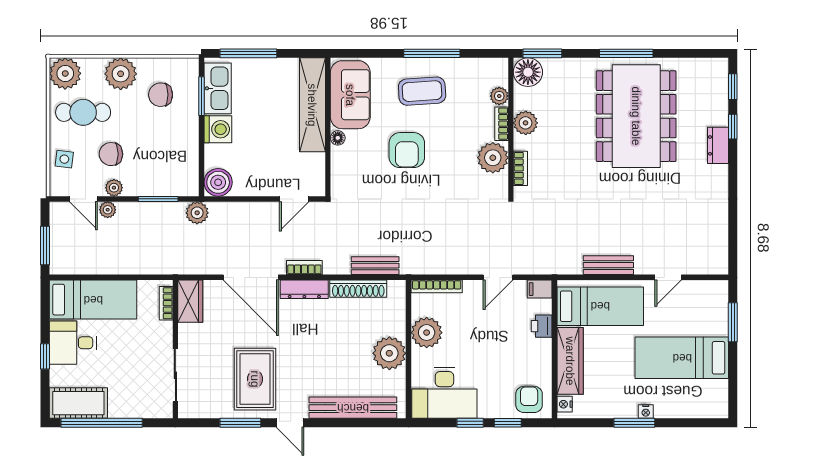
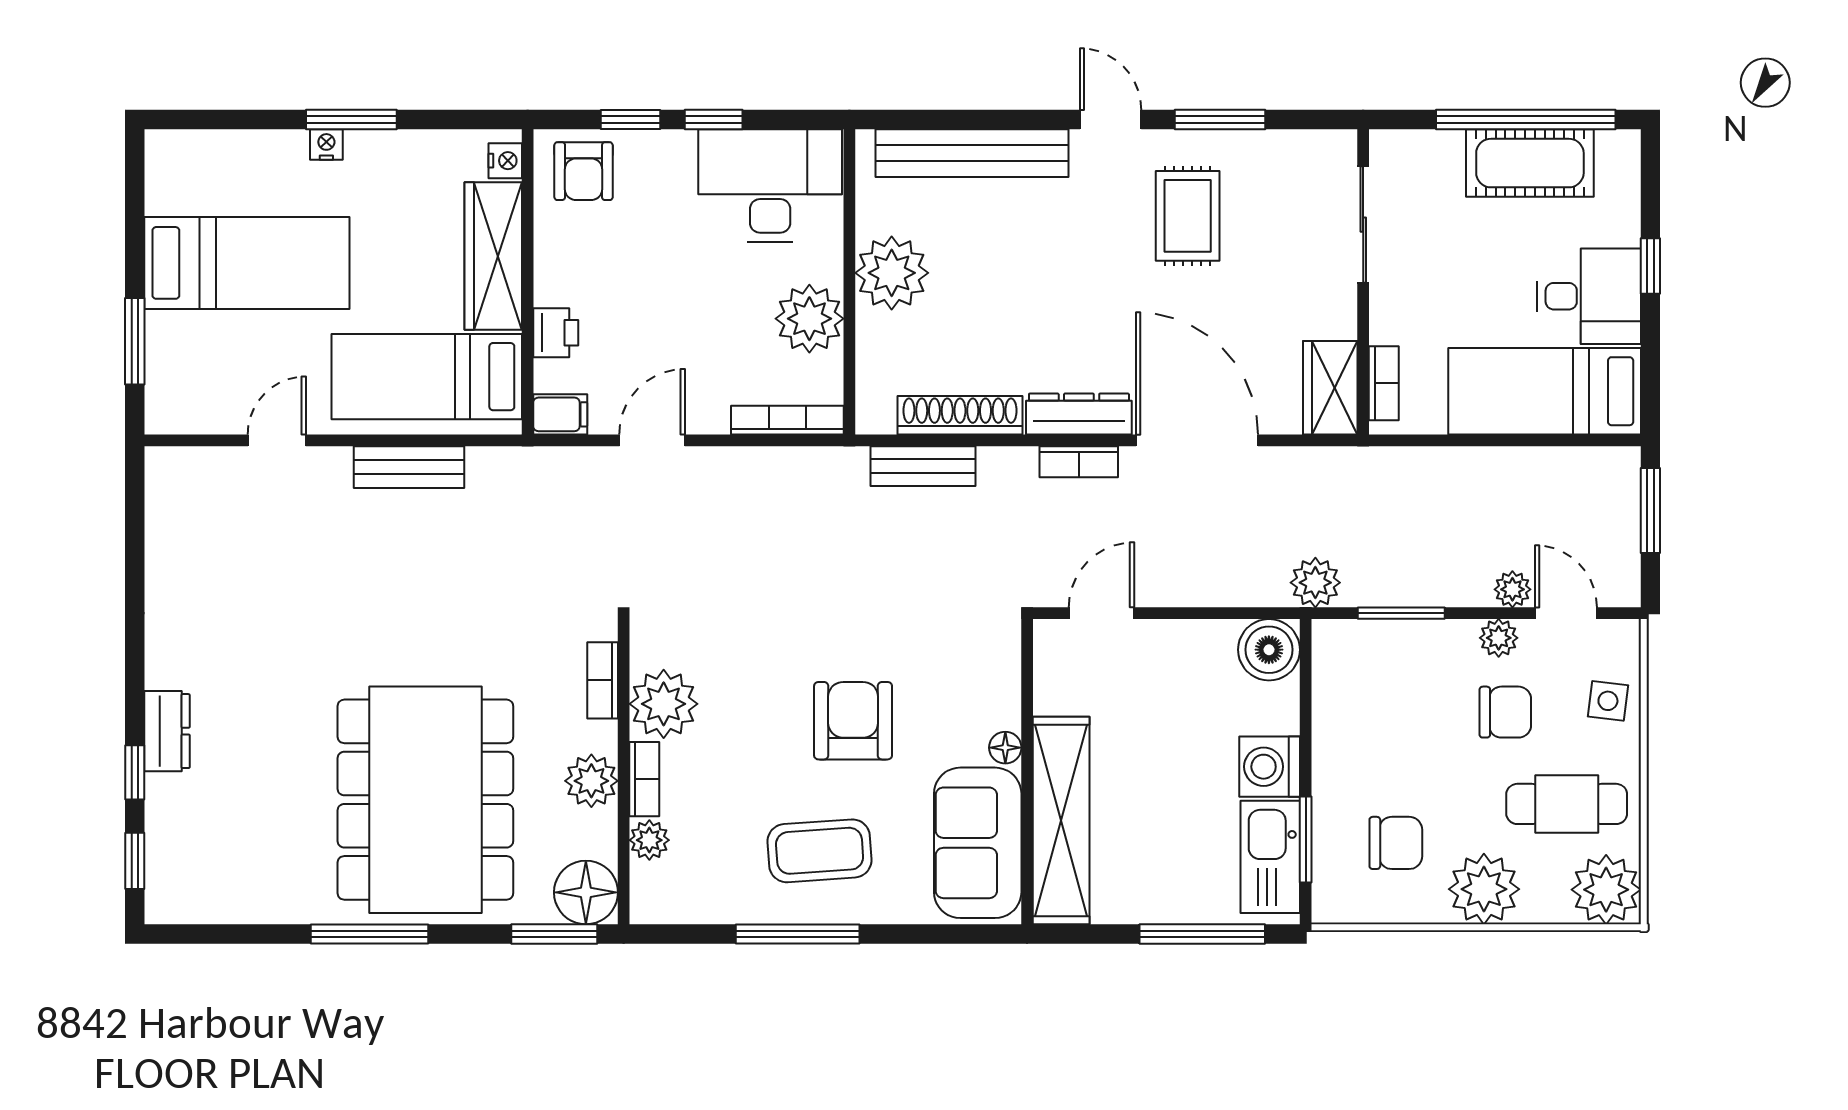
dining table: (636, 116) -> (425, 800), moved
rug: (255, 379) -> (1188, 216), width x0.73, depth x0.70
cot: (78, 403) -> (1530, 163), moved

